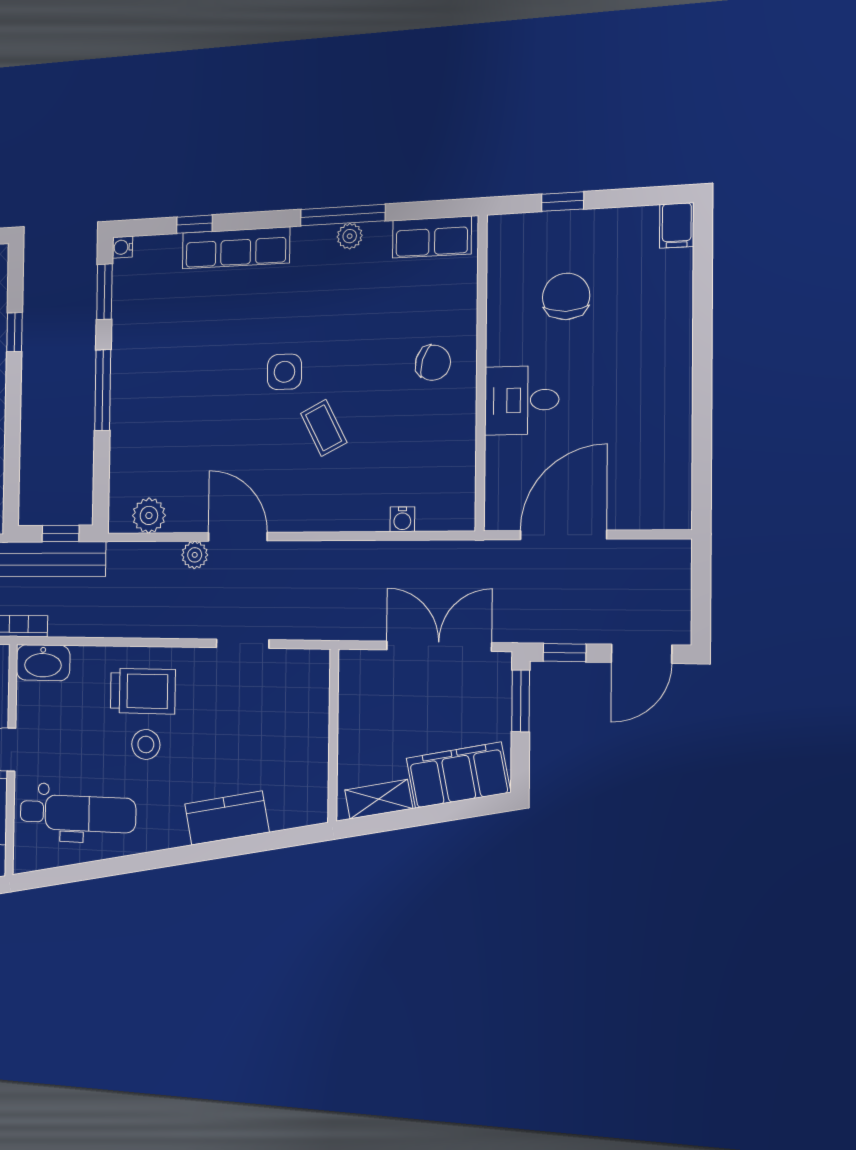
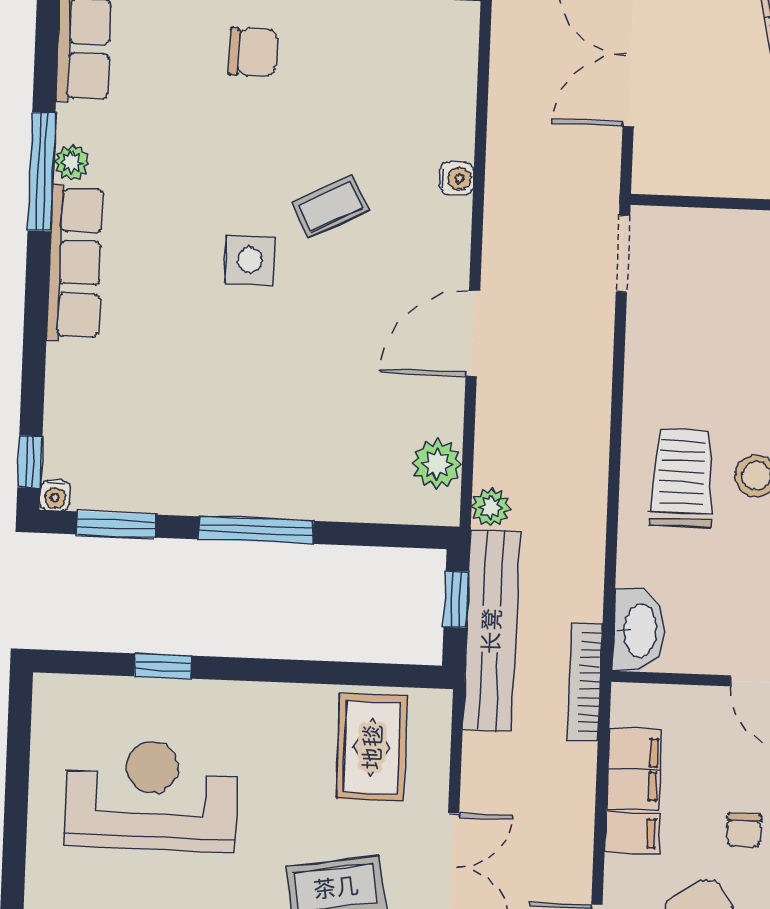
window: (194, 224) -> (30, 462), moved
row of seats: (236, 248) -> (75, 263), moved
chair: (433, 363) -> (253, 52), turned 73
water cooler: (402, 519) -> (457, 179), moved
plant: (195, 555) -> (491, 507), moved
doorway: (243, 644) -> (623, 254), moved

